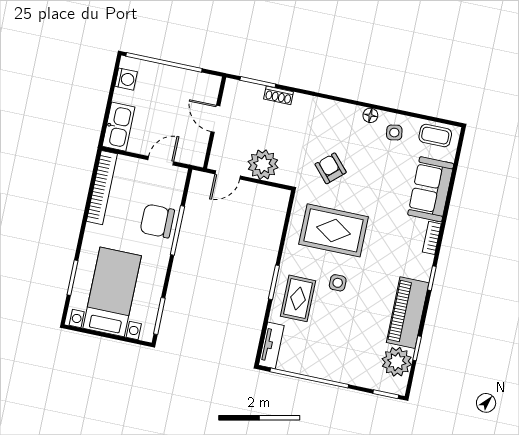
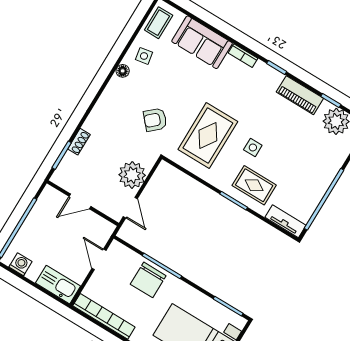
piano: (408, 313) -> (300, 95), width x0.73, depth x0.75

